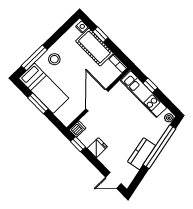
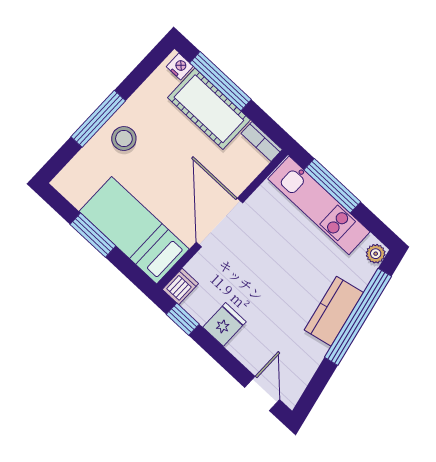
window: (100, 35) -> (221, 81), width x2.17
window: (34, 58) -> (98, 119), moved
window: (150, 85) -> (332, 186), width x2.17
bed: (44, 88) -> (134, 230), moved, turned 180
kitchen counter: (142, 154) -> (334, 311), moved
door: (113, 180) -> (262, 393), swing flipped

